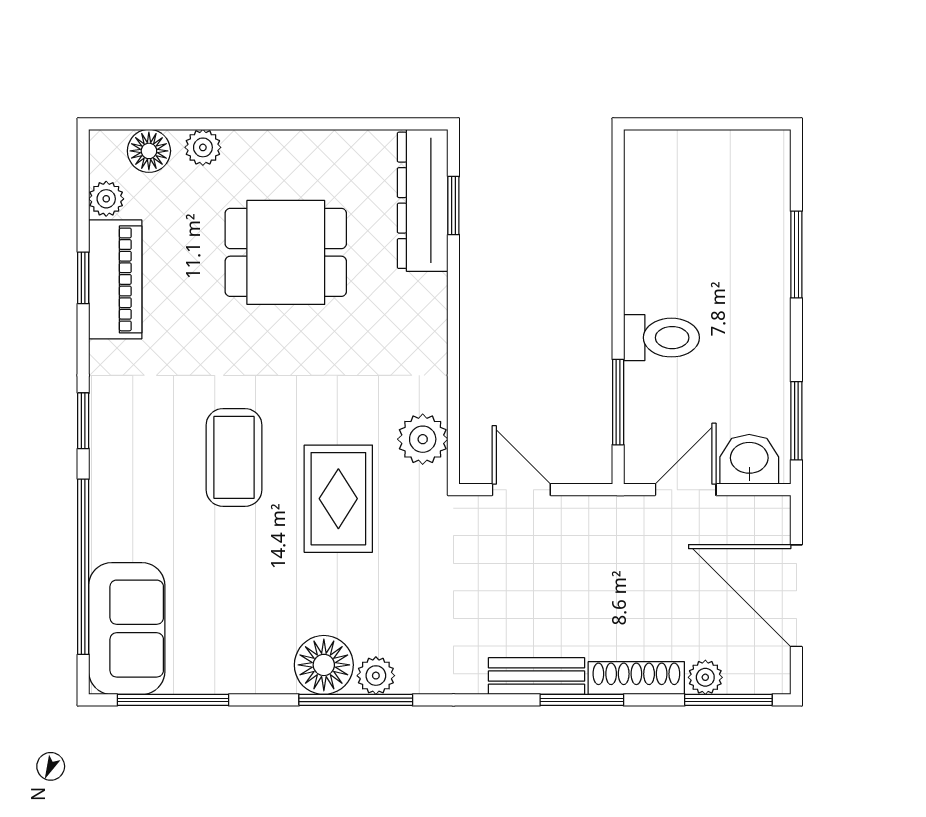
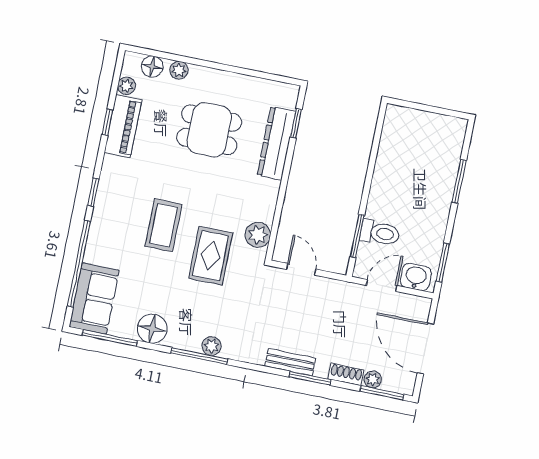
dresser: (423, 200) -> (276, 143), moved
toilet: (661, 338) -> (380, 233), moved
floor lamp: (324, 665) -> (152, 329), moved
shoe rack: (636, 678) -> (346, 374), width x0.70

